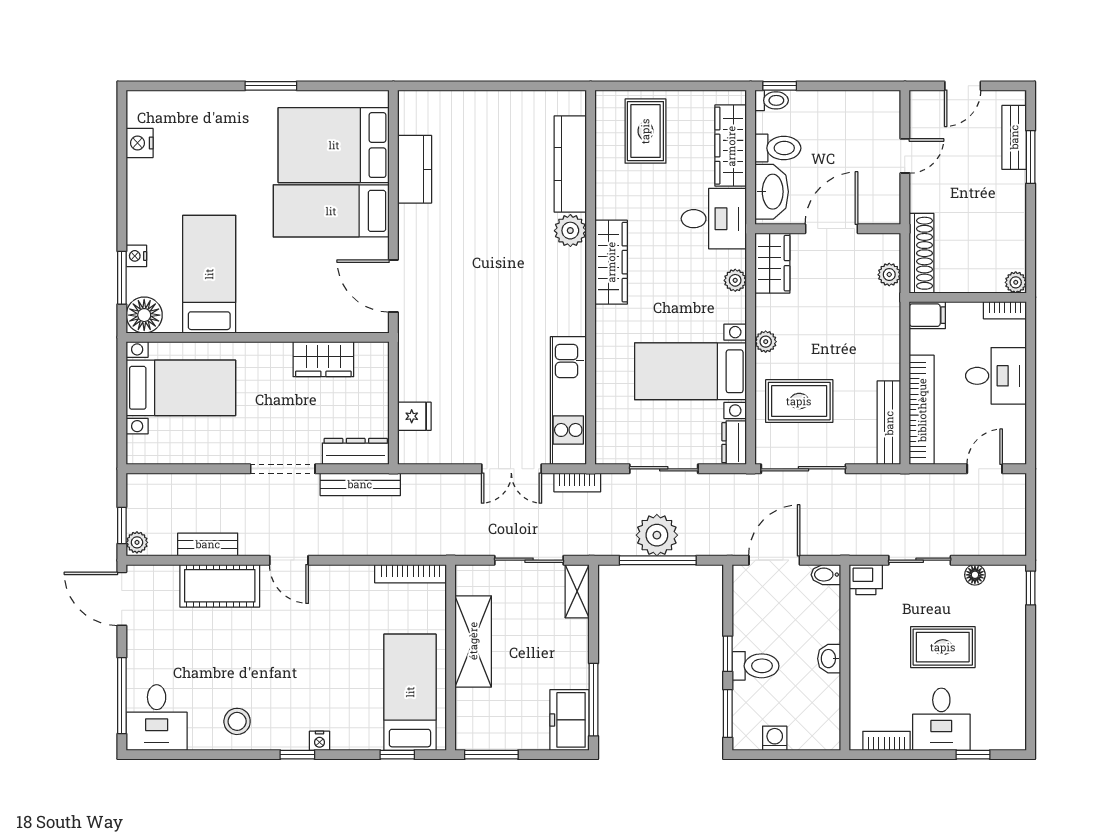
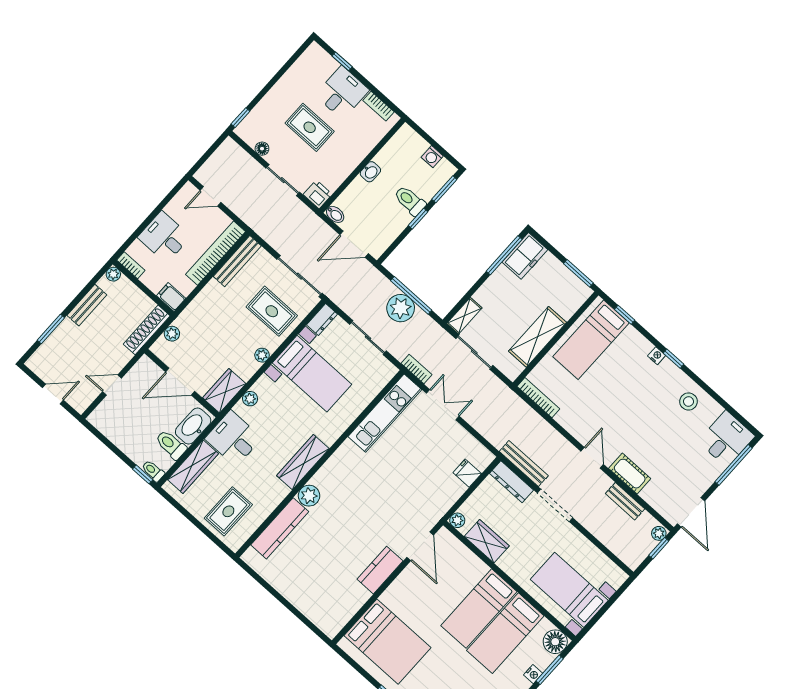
bench: (1014, 137) -> (87, 305), moved
kitchen counter: (415, 169) -> (380, 570), moved
bed: (331, 211) -> (479, 609), moved, turned 90
plant: (378, 353) -> (457, 520), added
cot: (220, 586) -> (630, 474), width x0.73, depth x0.75

